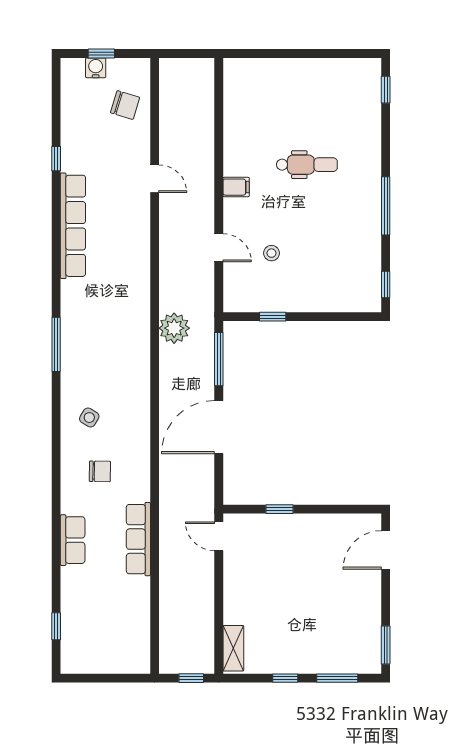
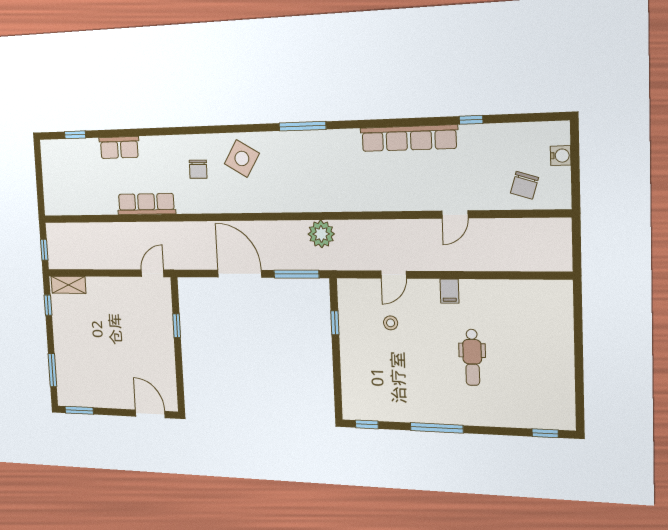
window: (101, 53) -> (575, 161), removed
side table: (89, 418) -> (242, 158), width x1.87, depth x1.87
row of seats: (73, 540) -> (119, 147), moved
window: (285, 678) -> (48, 305), moved

